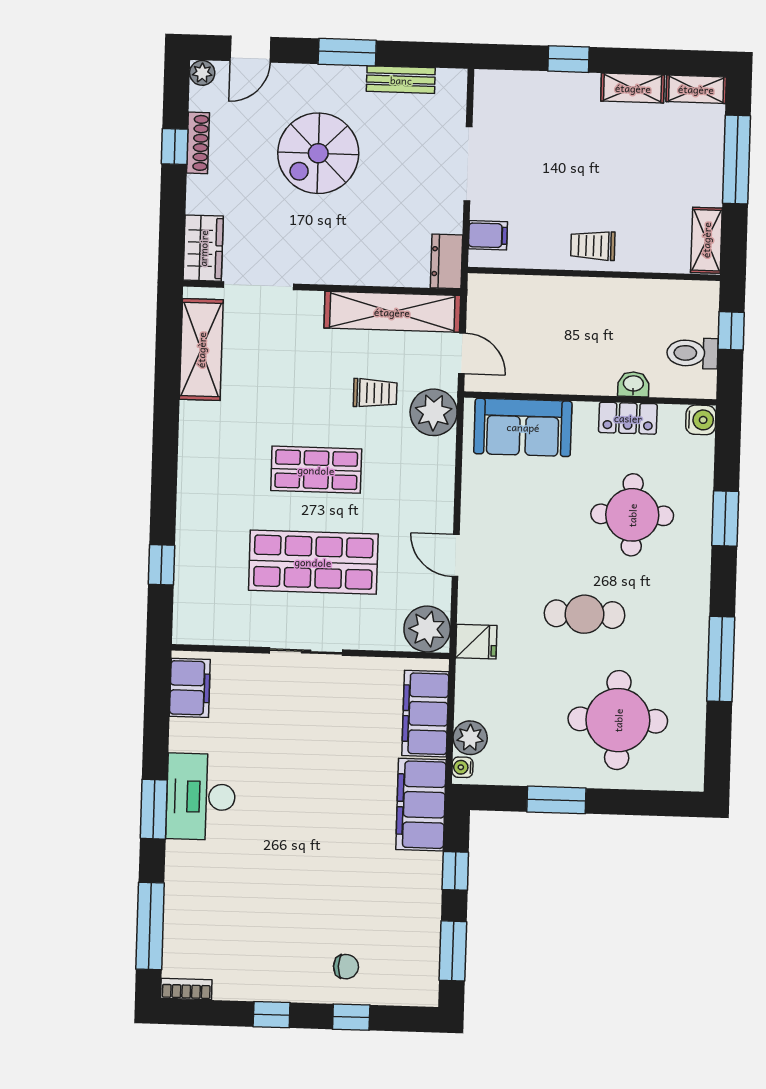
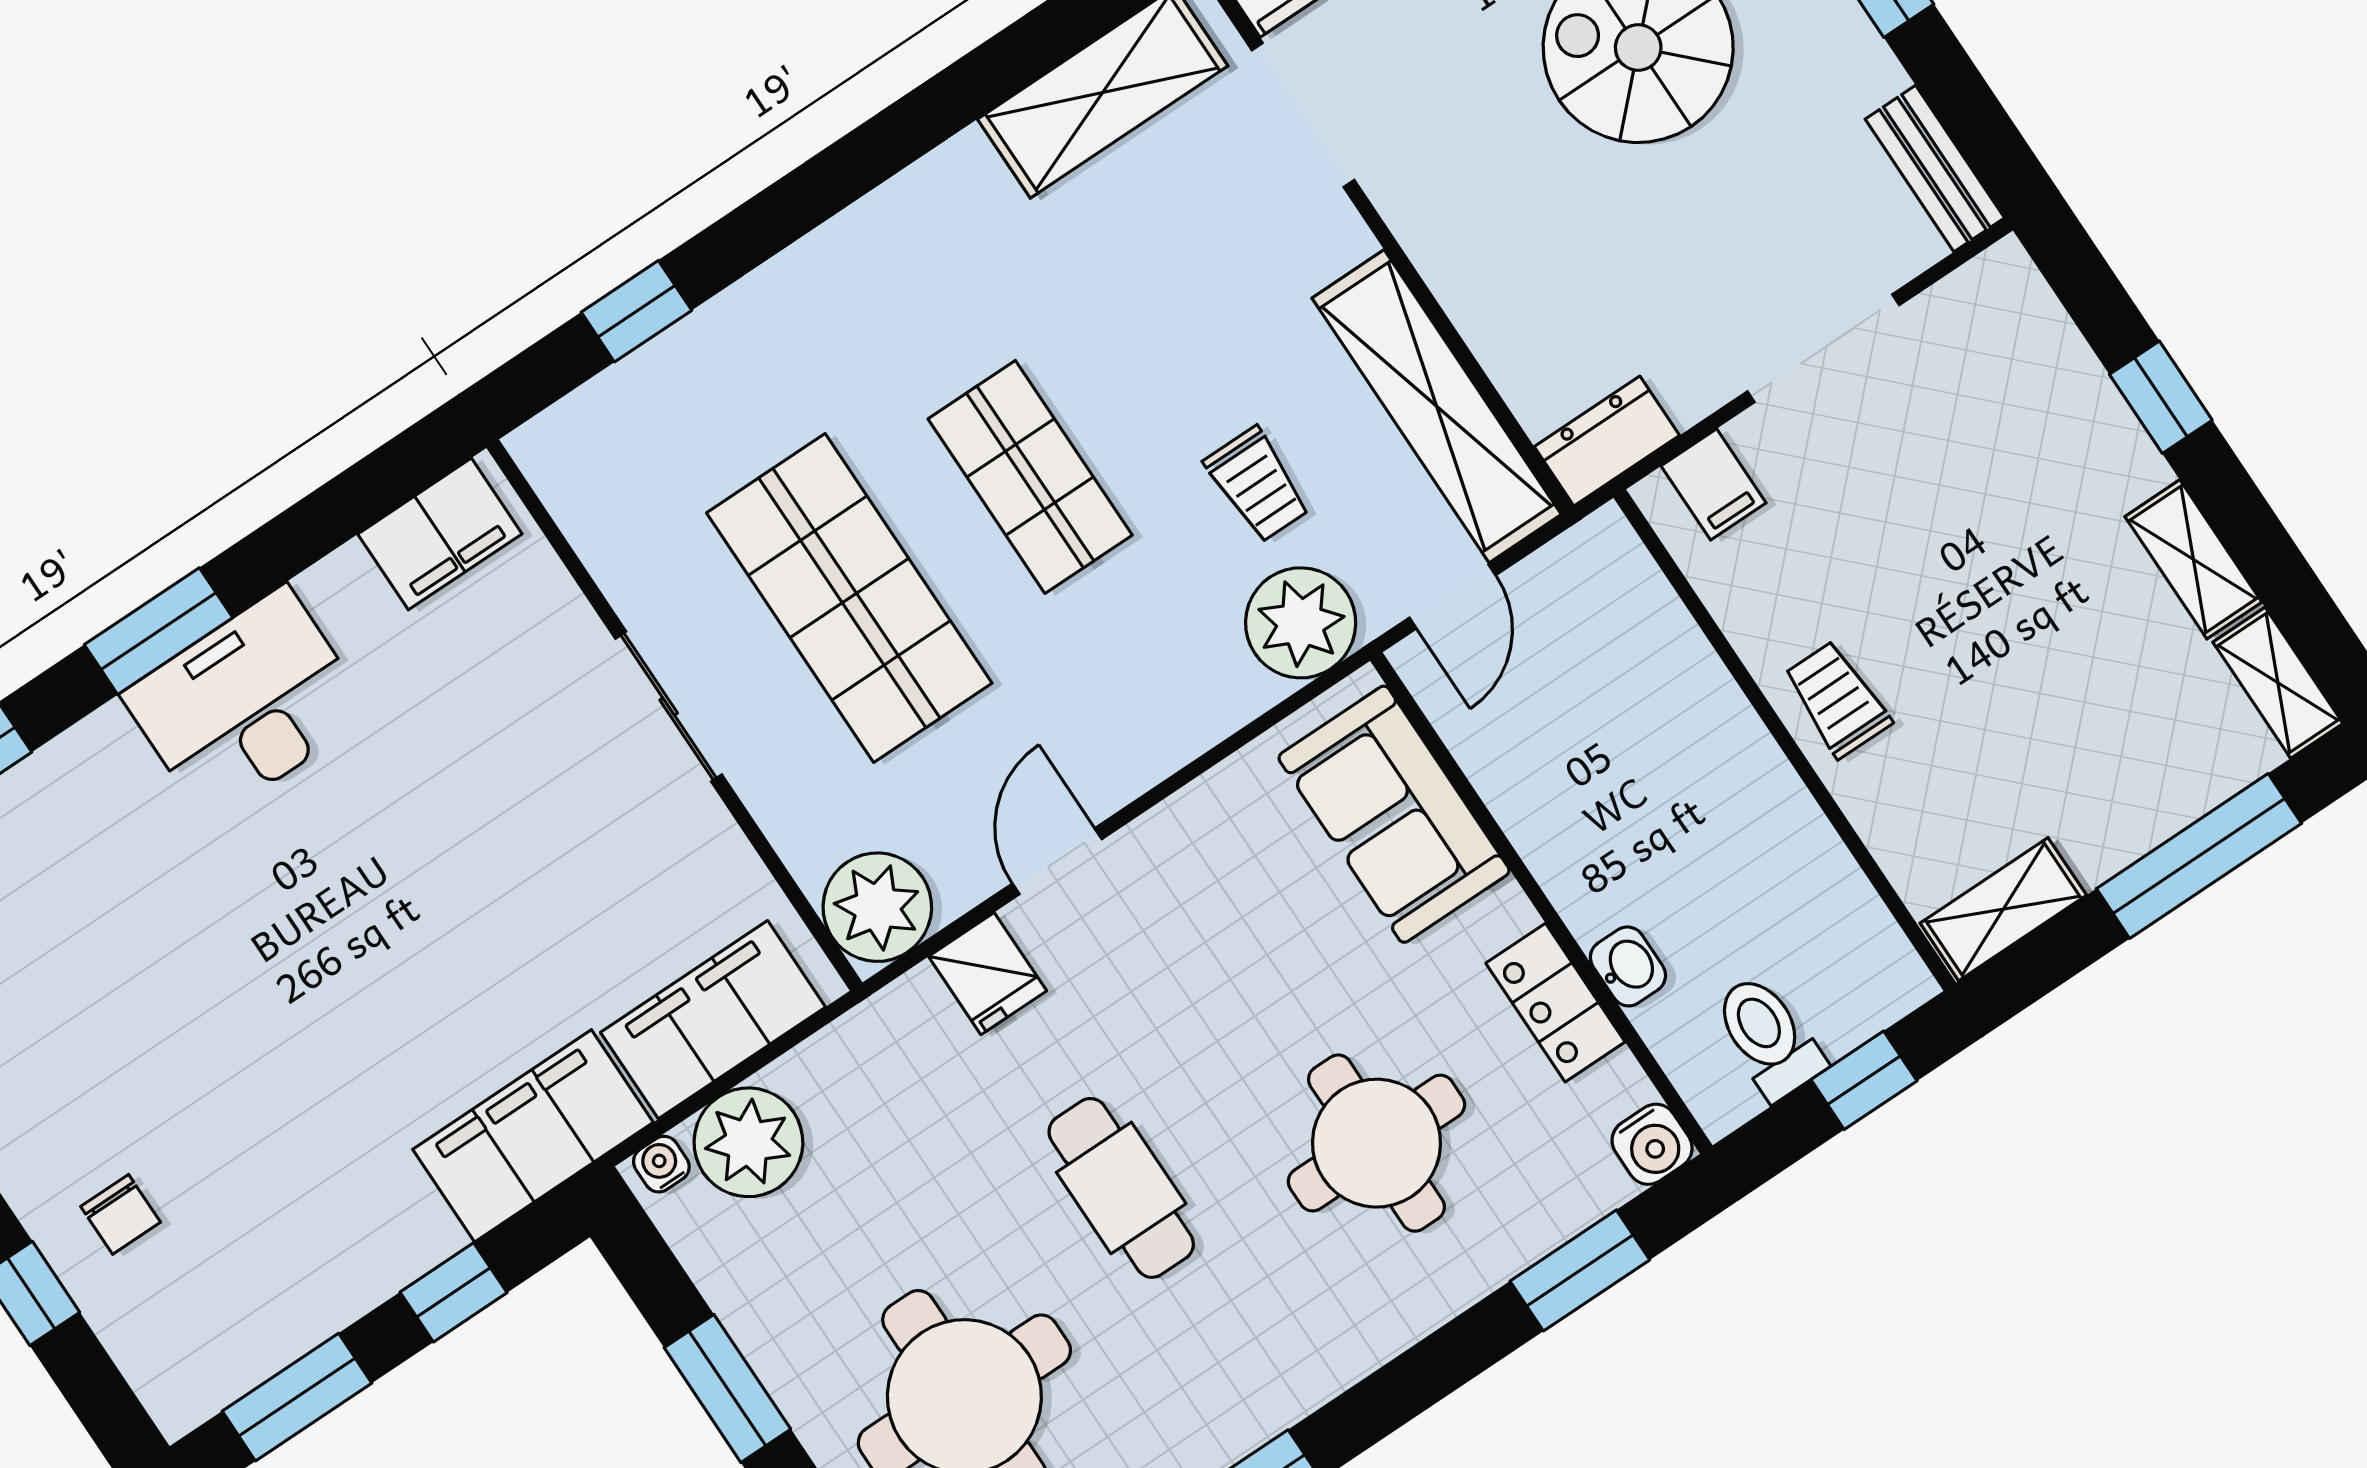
bench: (401, 80) -> (1935, 168), moved
window: (725, 519) -> (1580, 1270), moved
fridge: (476, 642) -> (988, 974), moved
plant: (470, 738) -> (748, 1142), width x1.36, depth x1.36

